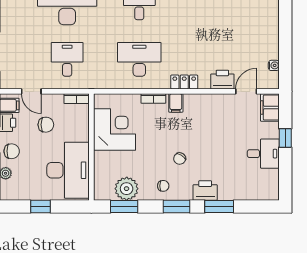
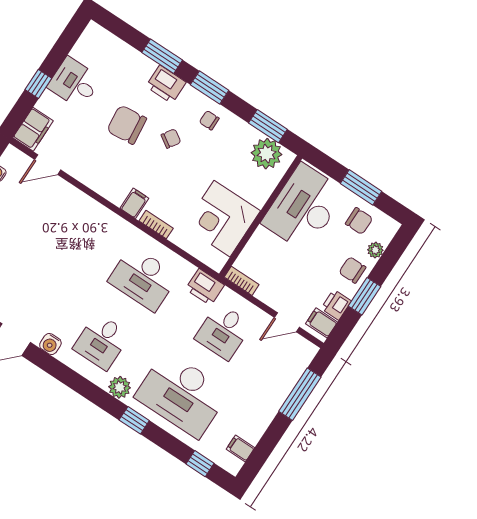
printer: (222, 80) -> (205, 287), moved
locker: (184, 82) -> (110, 220), removed
door: (31, 91) -> (287, 322), swing flipped
chair: (46, 125) -> (359, 221), moved, turned 180
chair: (213, 149) -> (127, 125), added
plant: (127, 189) -> (267, 154), moved
window: (40, 206) -> (361, 187), width x1.50

